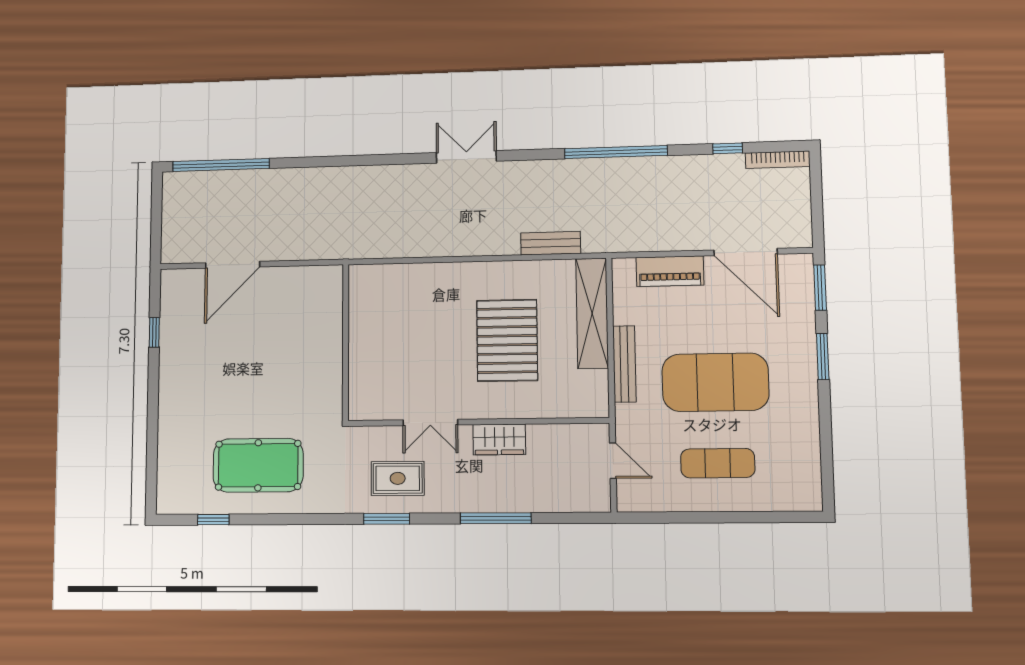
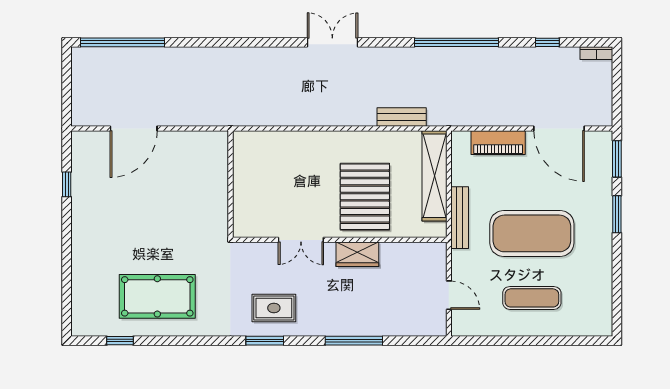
bookcase: (778, 160) -> (596, 53), width x0.64
double door: (430, 422) -> (301, 240), moved
wall: (477, 422) -> (340, 240), moved
wardrobe: (499, 439) -> (357, 254), moved

